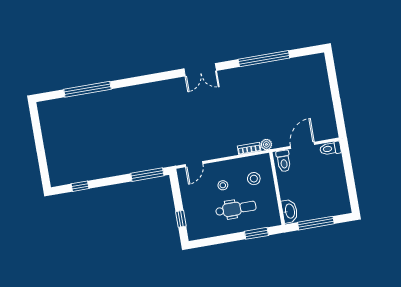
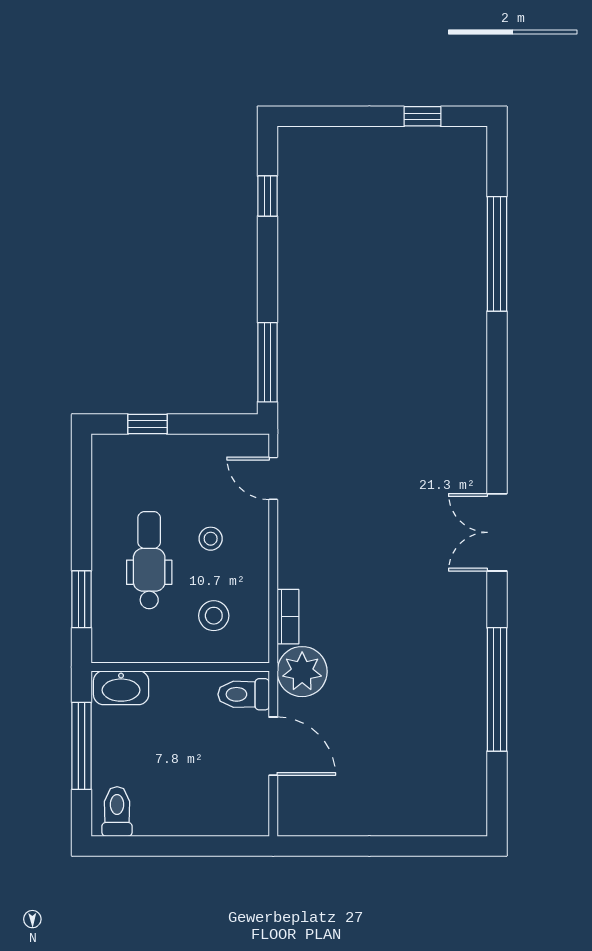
window: (37, 129) -> (422, 116), added
plant: (266, 144) -> (302, 672), width x1.87, depth x1.87
toilet: (330, 148) -> (117, 811), moved
dental chair: (236, 209) -> (149, 560), turned 180

